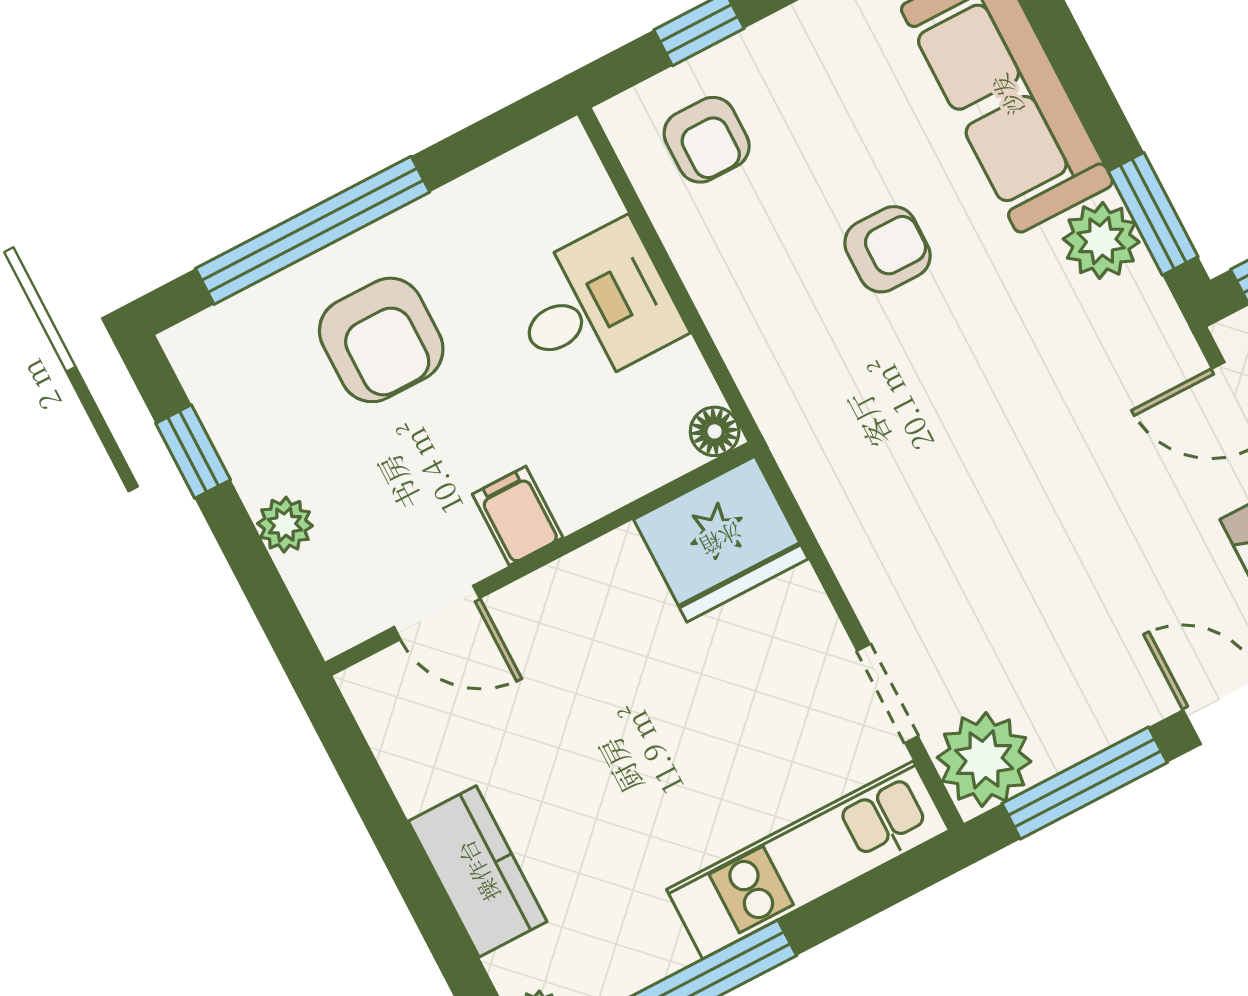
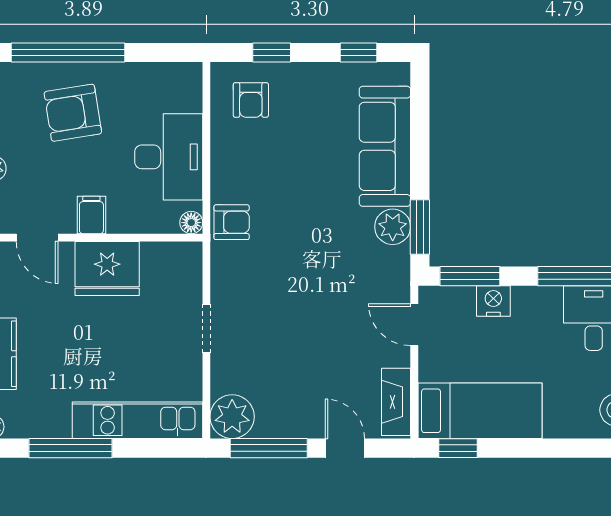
armchair: (888, 249) -> (232, 222), moved
desk: (595, 307) -> (169, 157), width x1.37
armchair: (381, 340) -> (73, 113), turned 81
fridge: (721, 539) -> (107, 269), moved
doorway: (887, 693) -> (206, 329), moved

